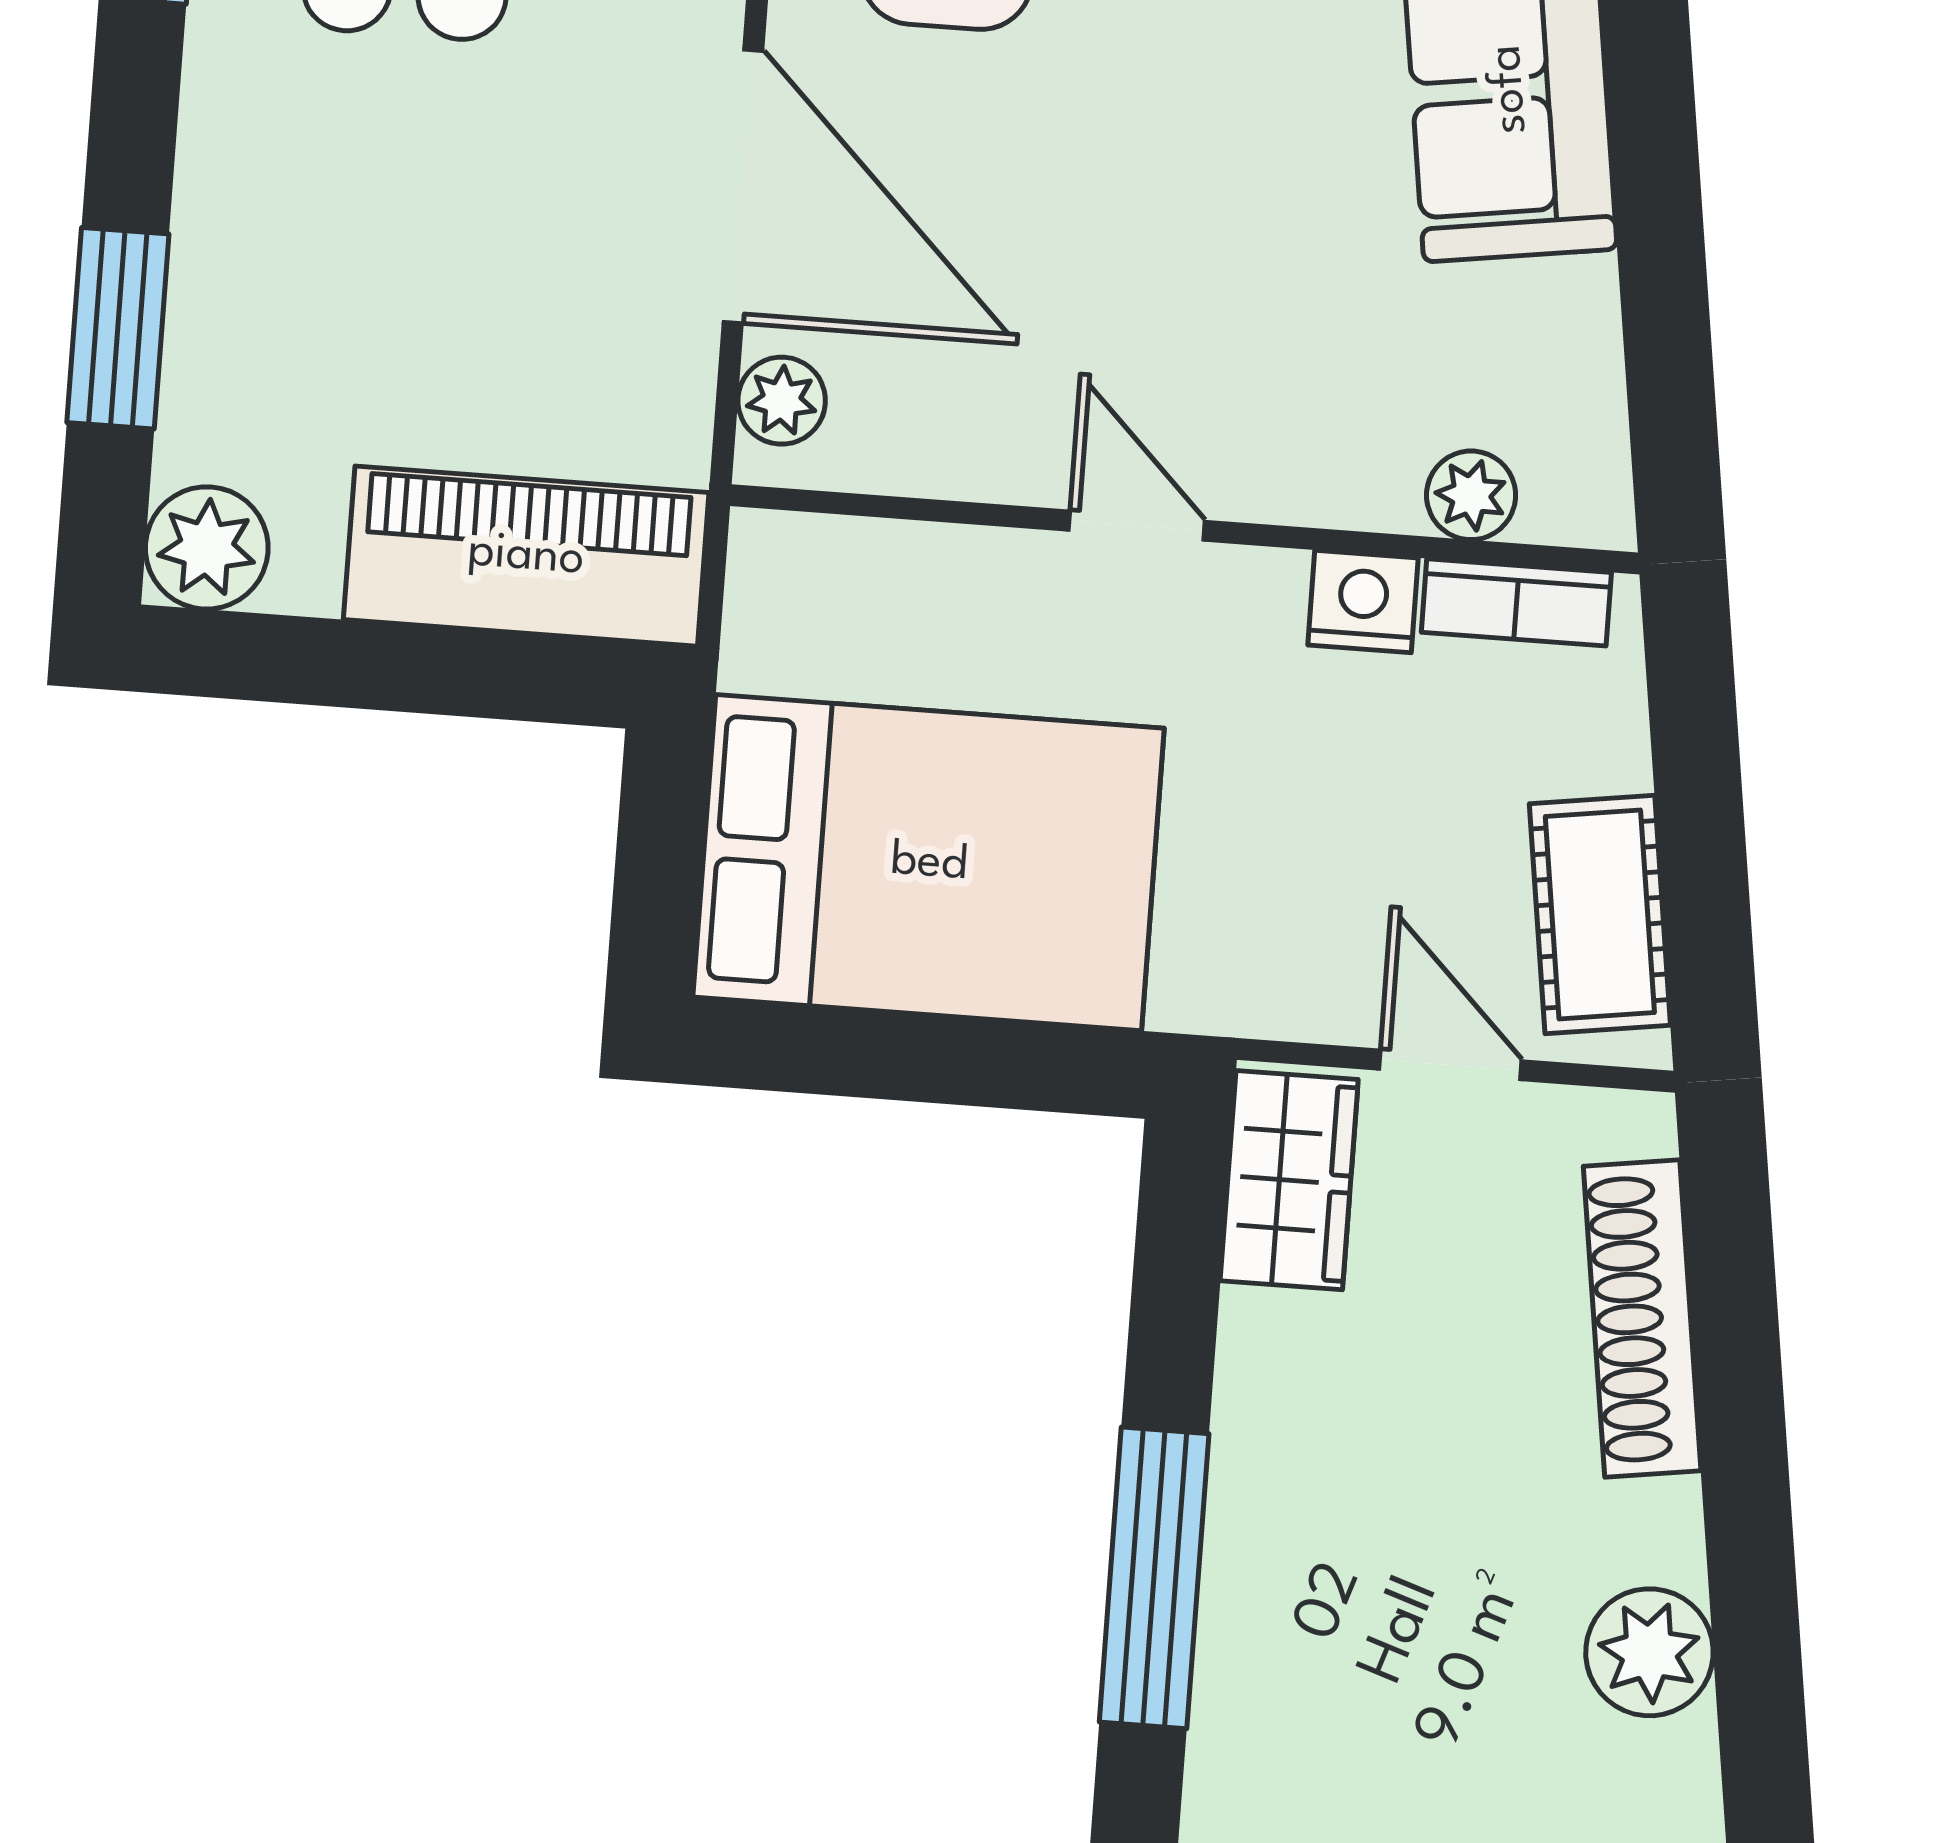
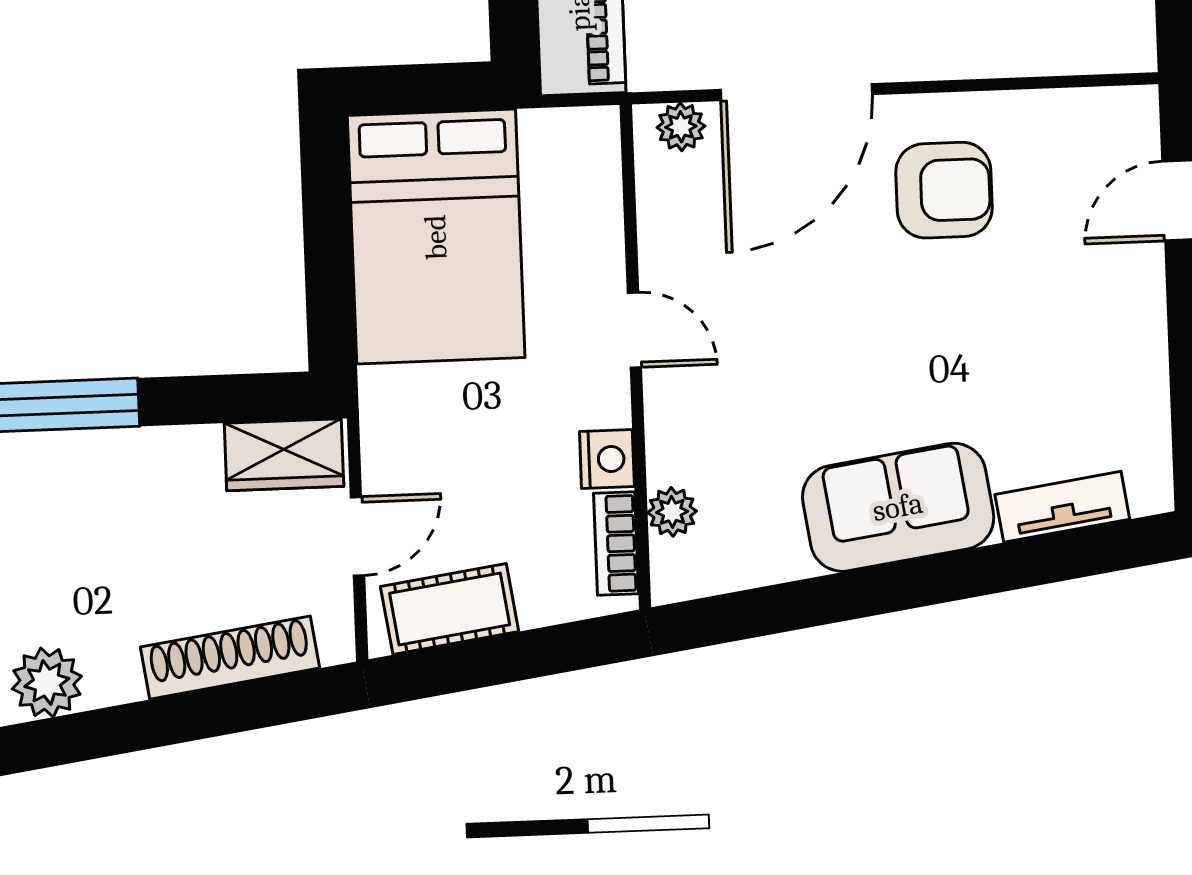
door: (1137, 526) -> (634, 330), hinge flipped

